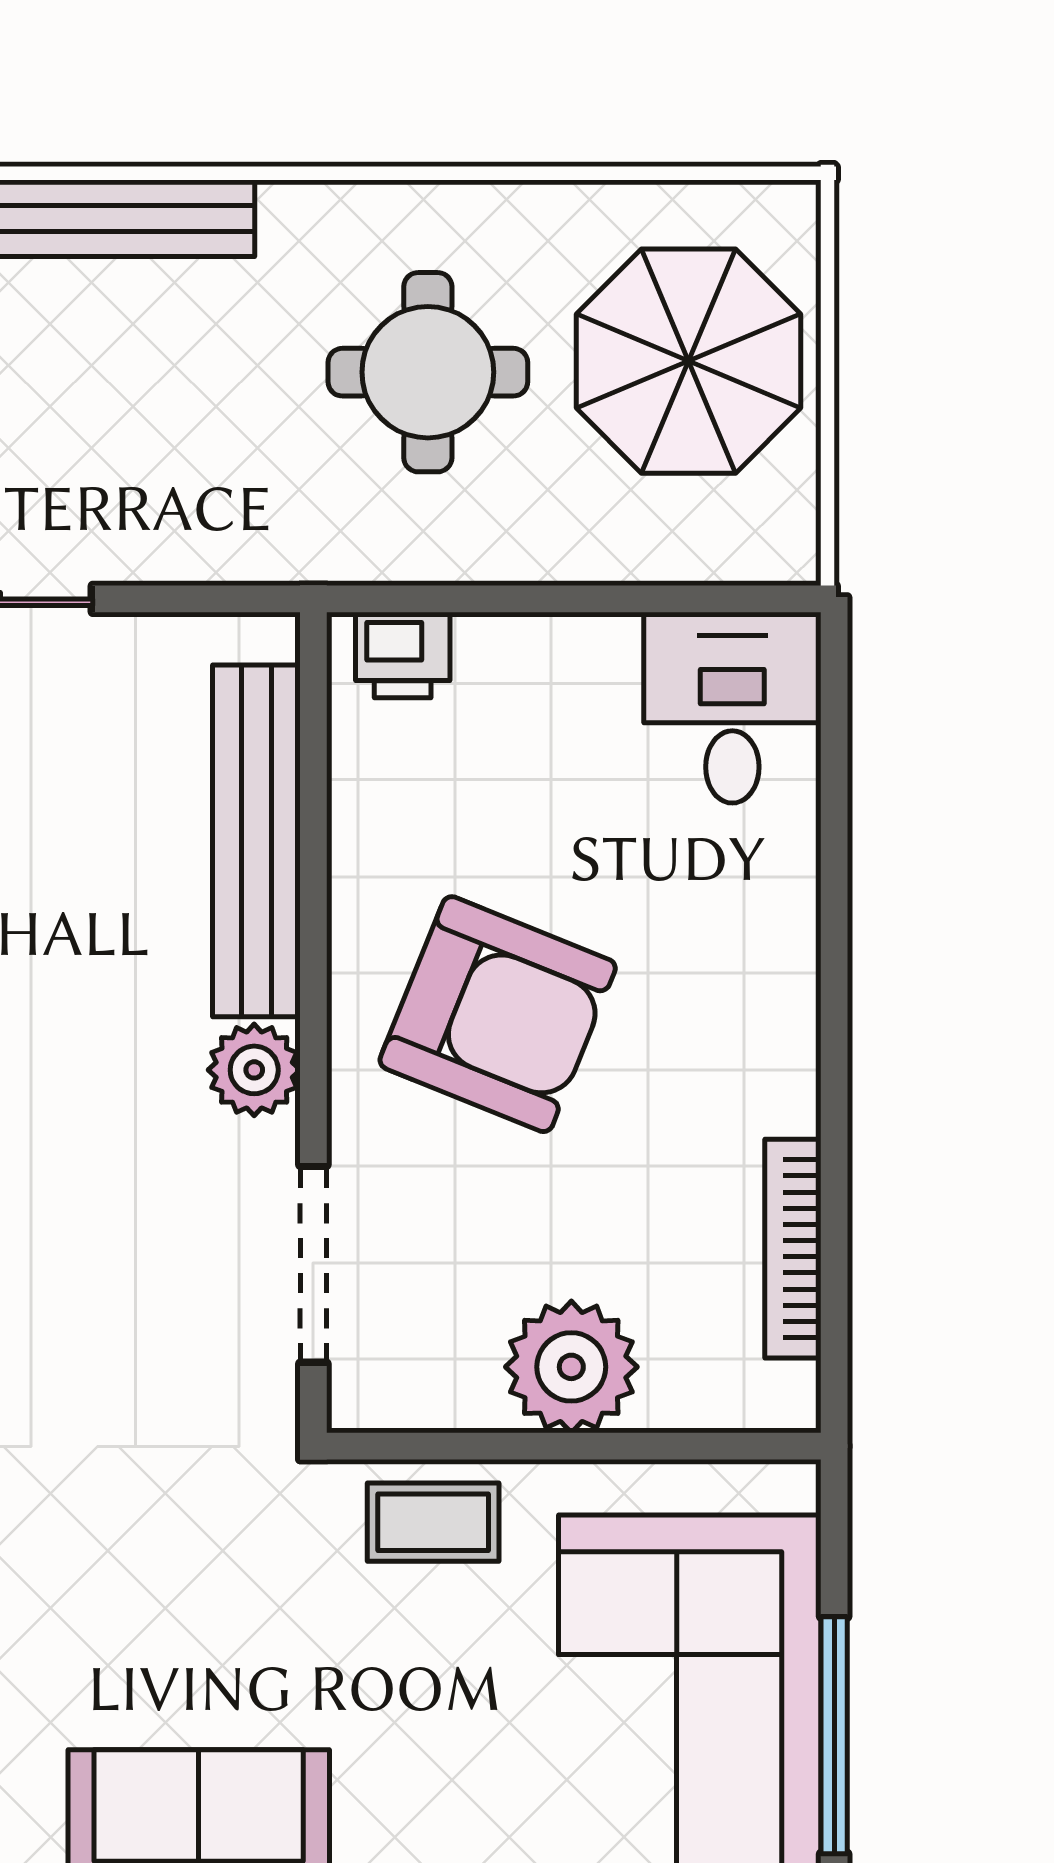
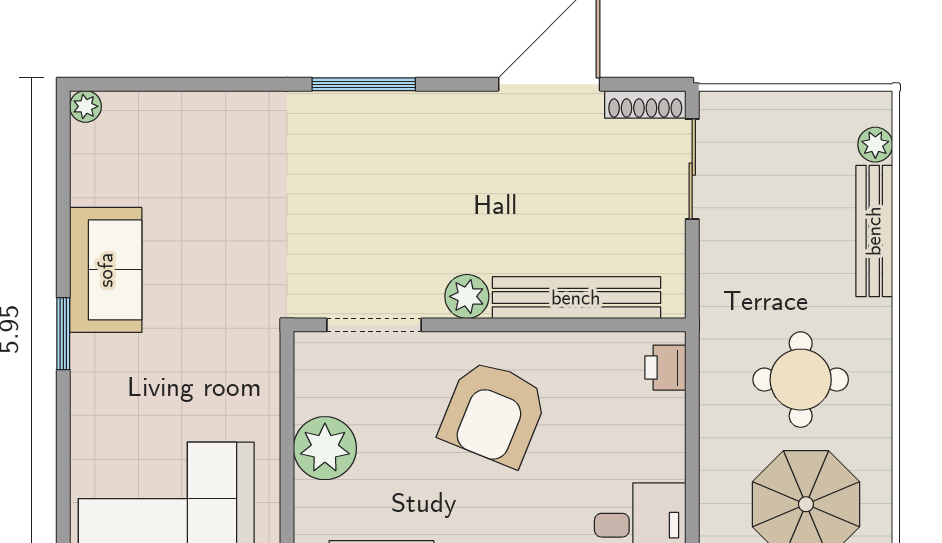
coffee table: (433, 1522) -> (251, 382), removed

